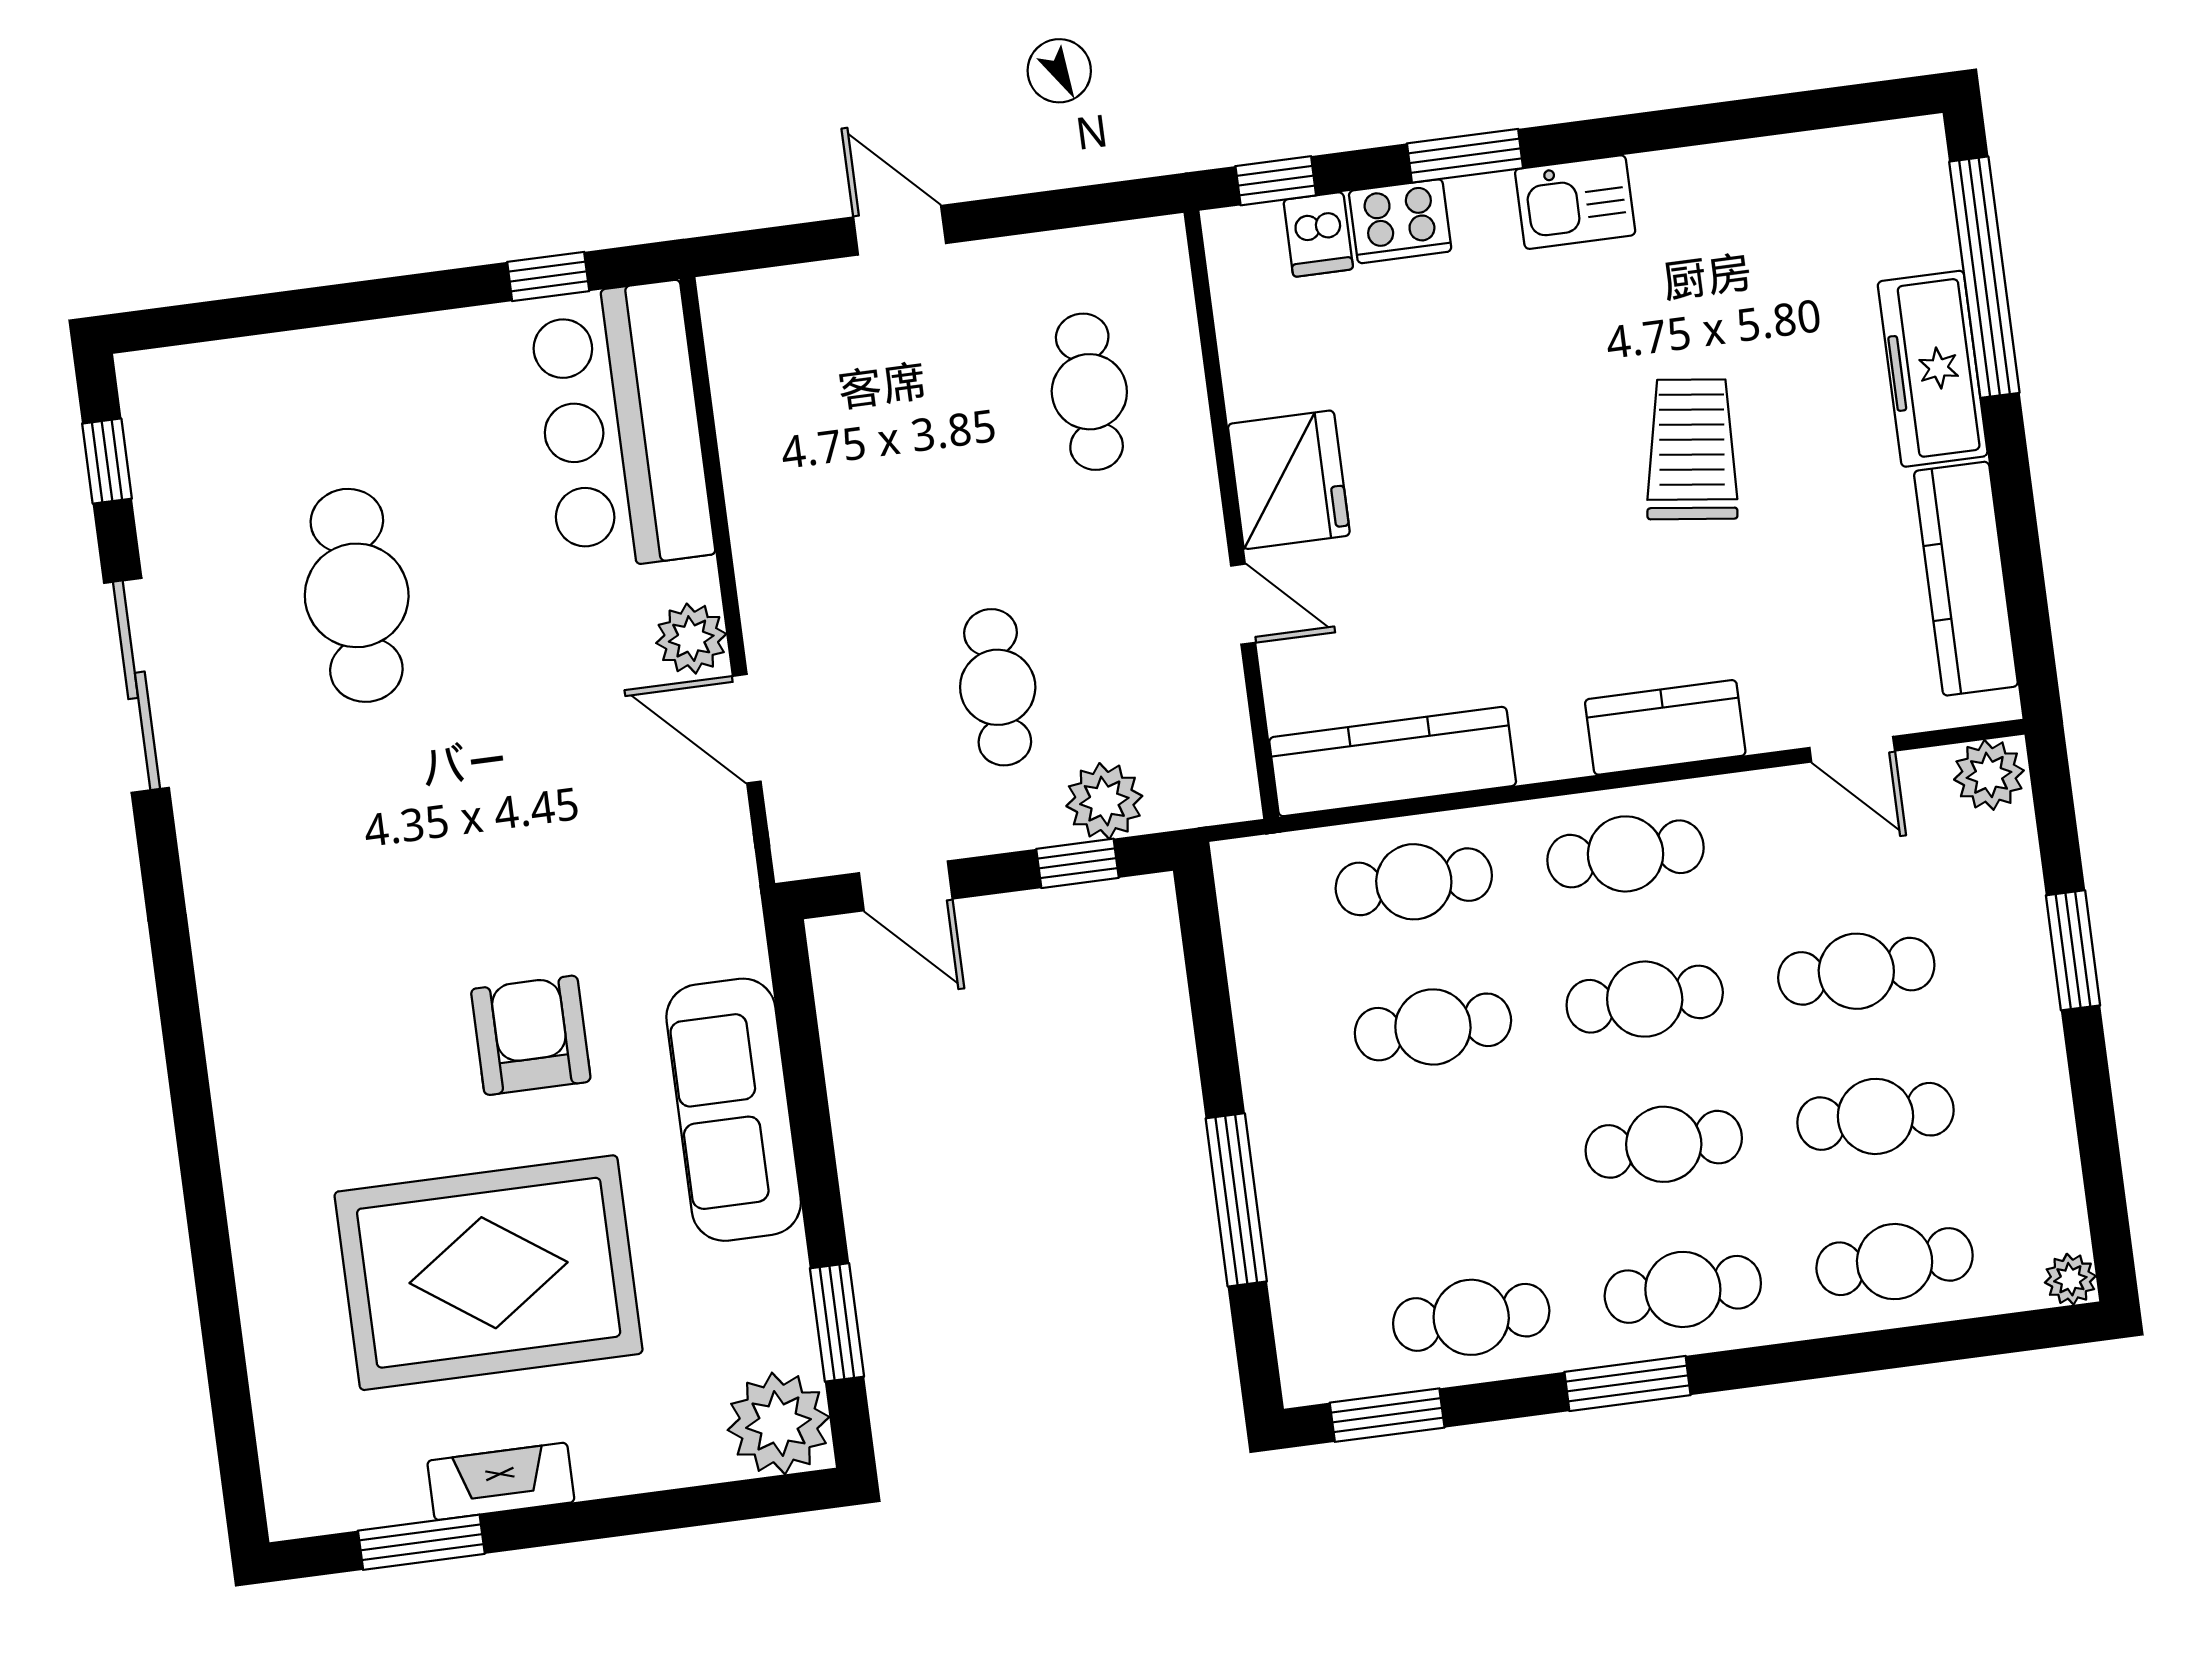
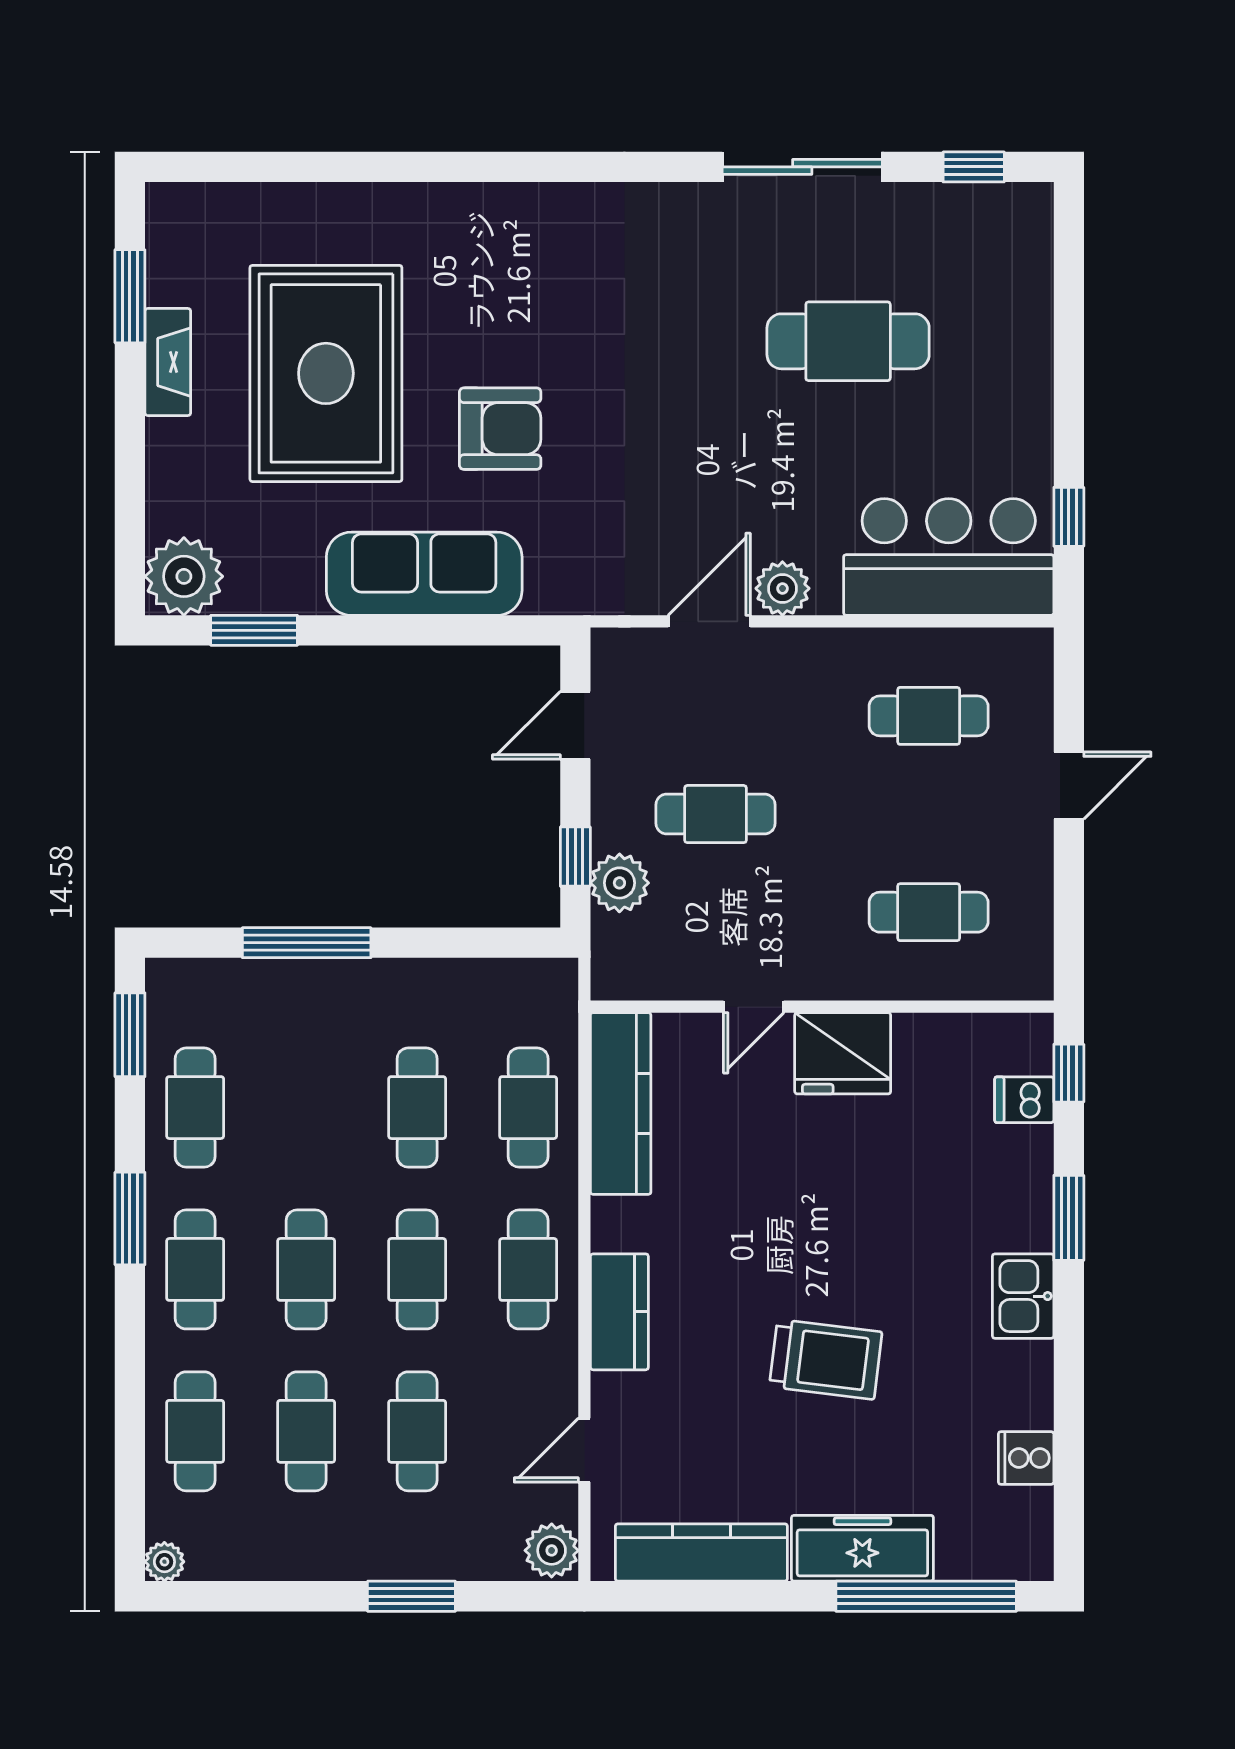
cooker: (1400, 221) -> (1026, 1458), moved, width x0.73
cafe table: (833, 426) -> (929, 716), added

